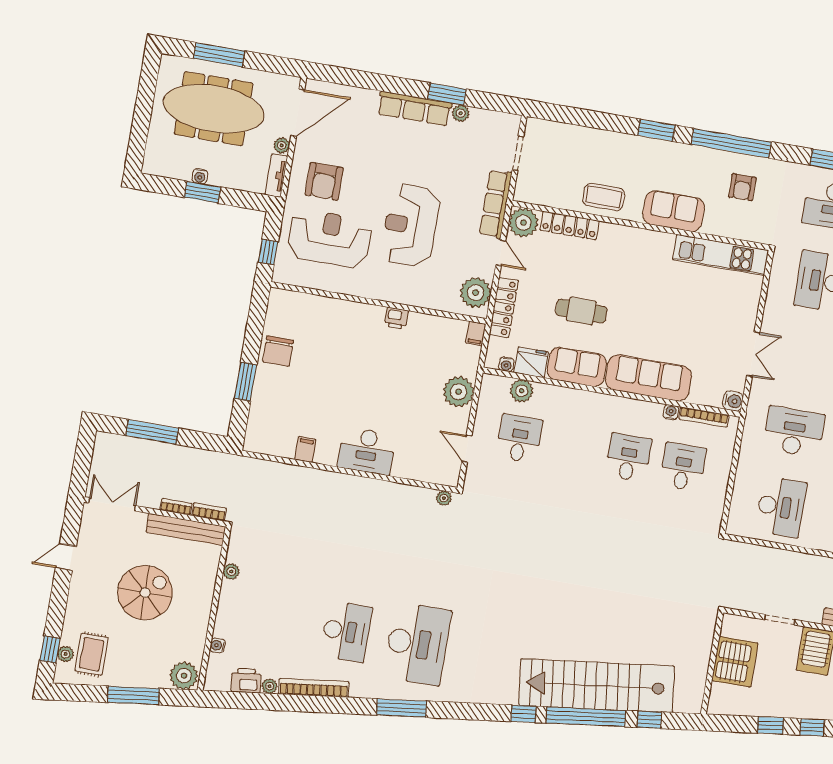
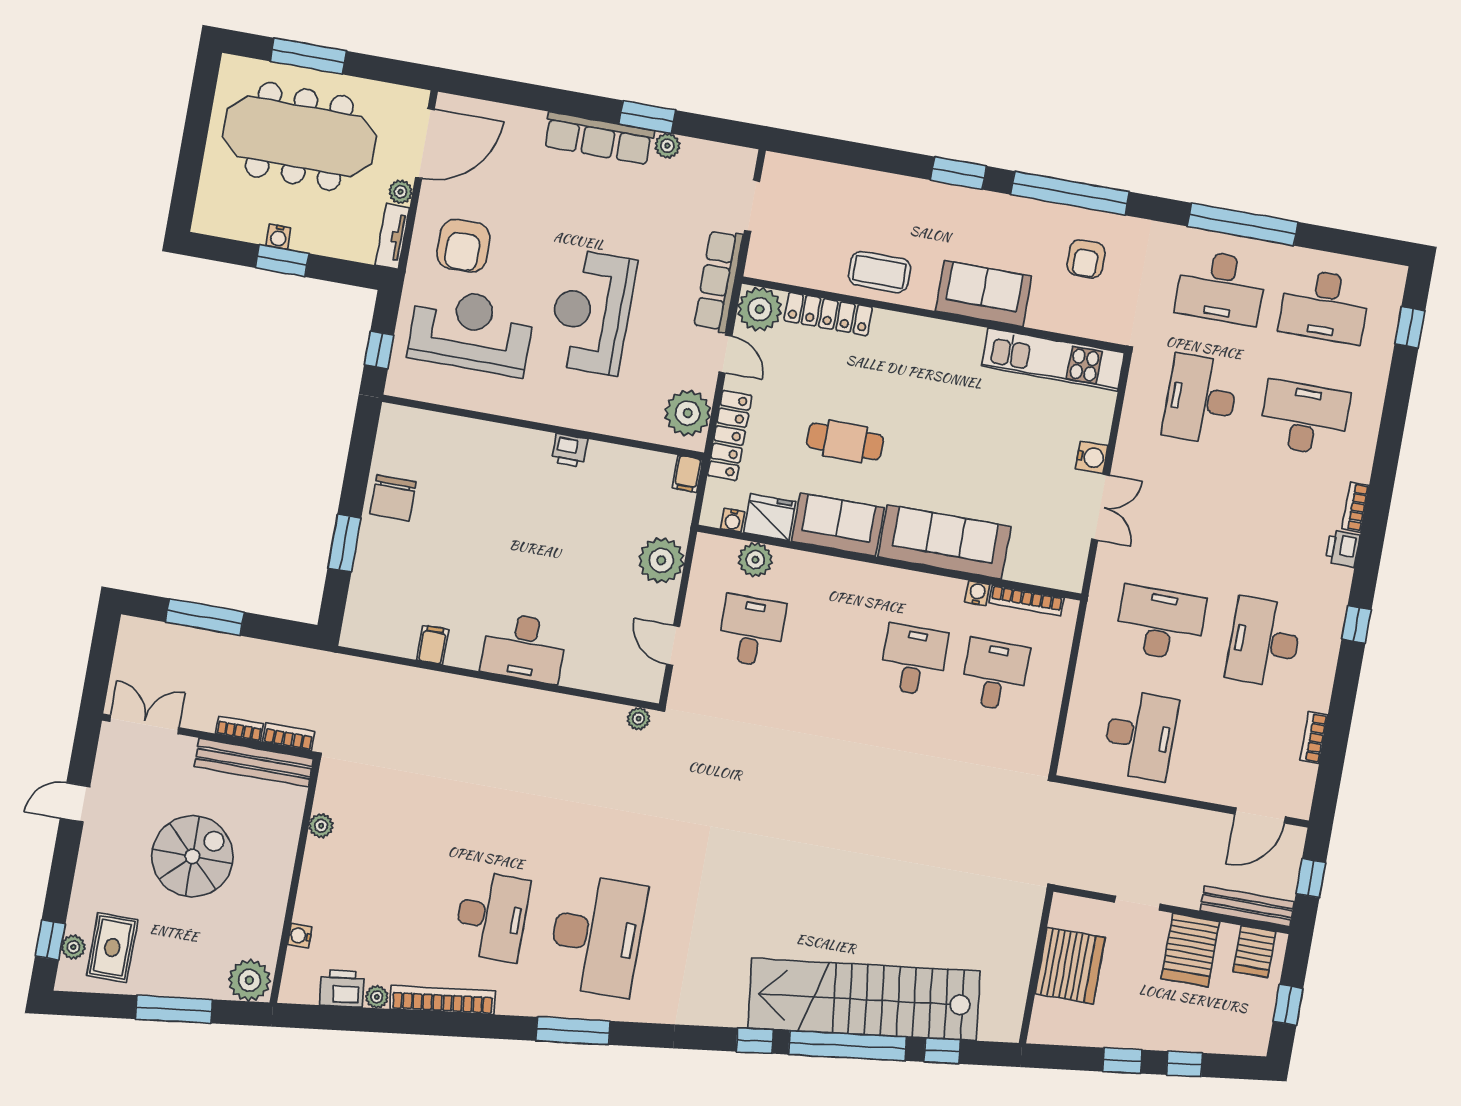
water cooler: (733, 401) -> (1092, 457), moved

